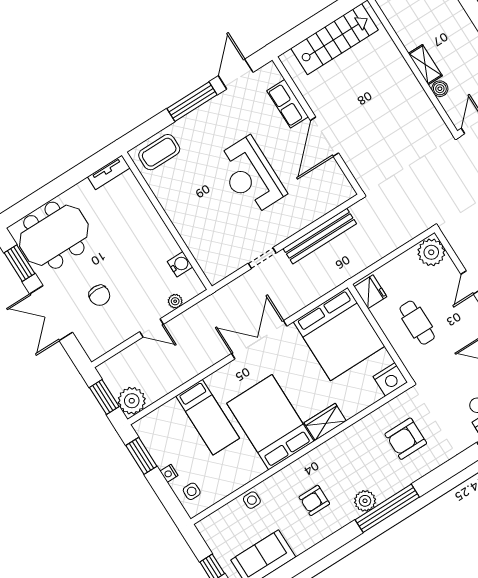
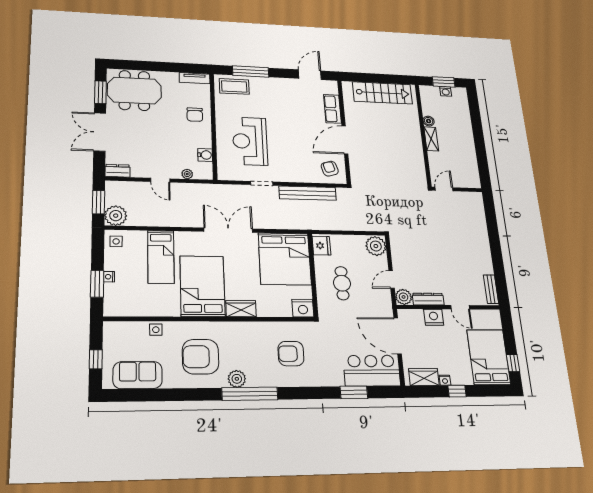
boiler: (440, 89) -> (429, 121), moved
window: (192, 102) -> (251, 72), moved
reception desk: (250, 176) -> (250, 141), moved
armchair: (328, 187) -> (330, 169), added
chair: (99, 295) -> (195, 115), moved
dresser: (100, 347) -> (118, 171), added
window: (141, 456) -> (97, 284), moved
side table: (192, 491) -> (116, 241), moved
armchair: (314, 500) -> (200, 357), width x1.88, depth x1.88

